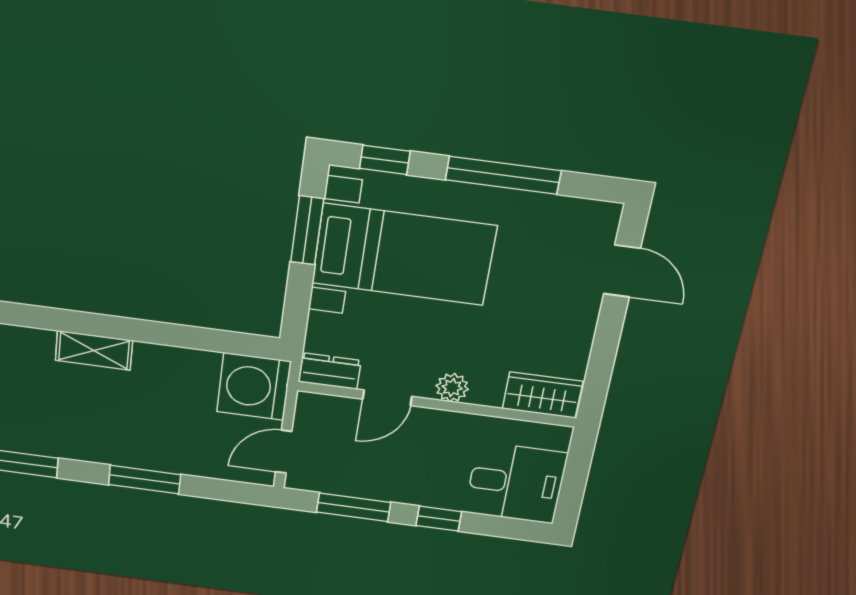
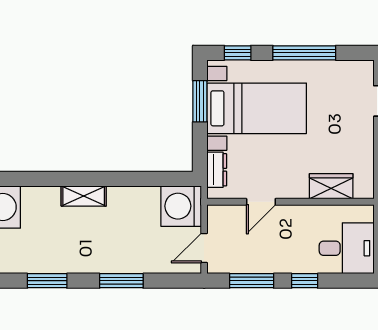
dresser: (330, 371) -> (217, 170), moved, turned 90
plant: (452, 388) -> (298, 189), removed
wardrobe: (542, 395) -> (331, 186), moved

